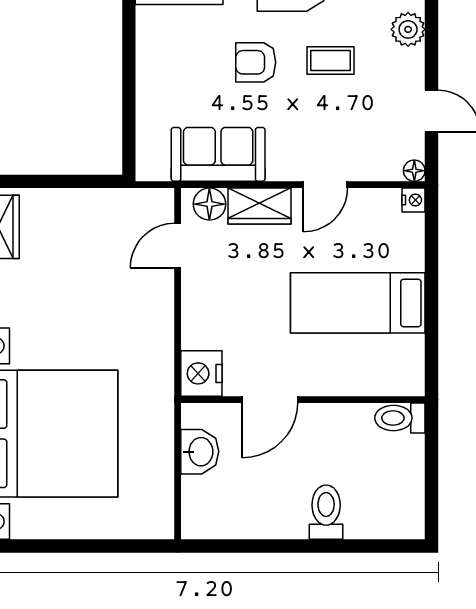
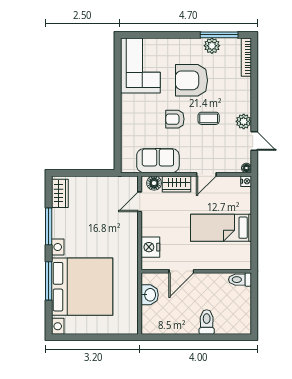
plant: (408, 29) -> (244, 121), moved
nightstand: (201, 373) -> (150, 247), moved

